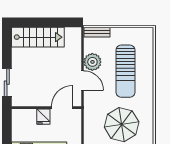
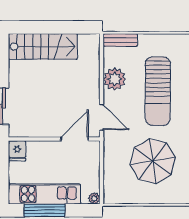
door: (83, 81) -> (102, 117), moved
fridge: (43, 117) -> (17, 151), moved

